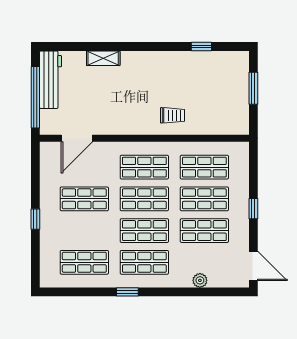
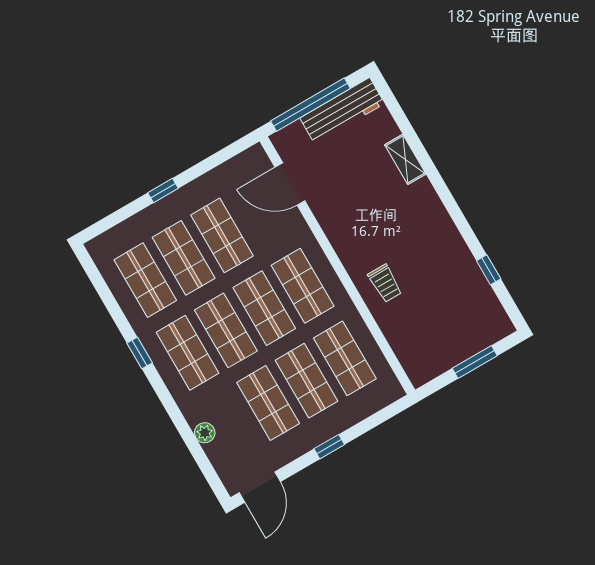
shop shelf: (84, 231) -> (184, 258), added

